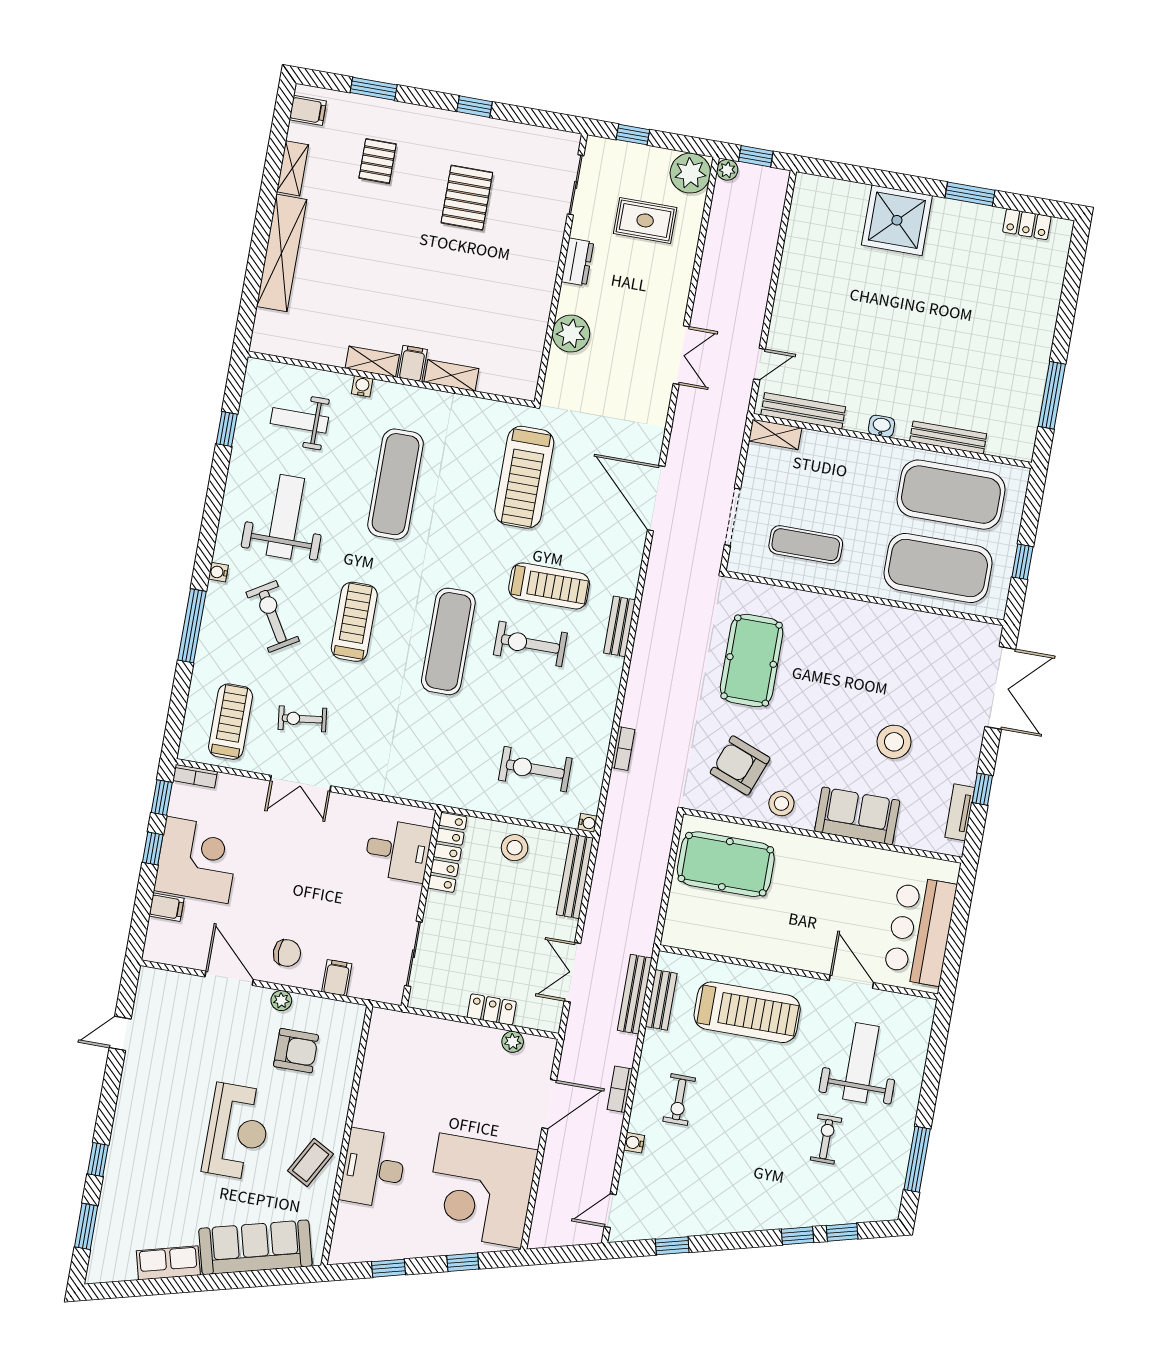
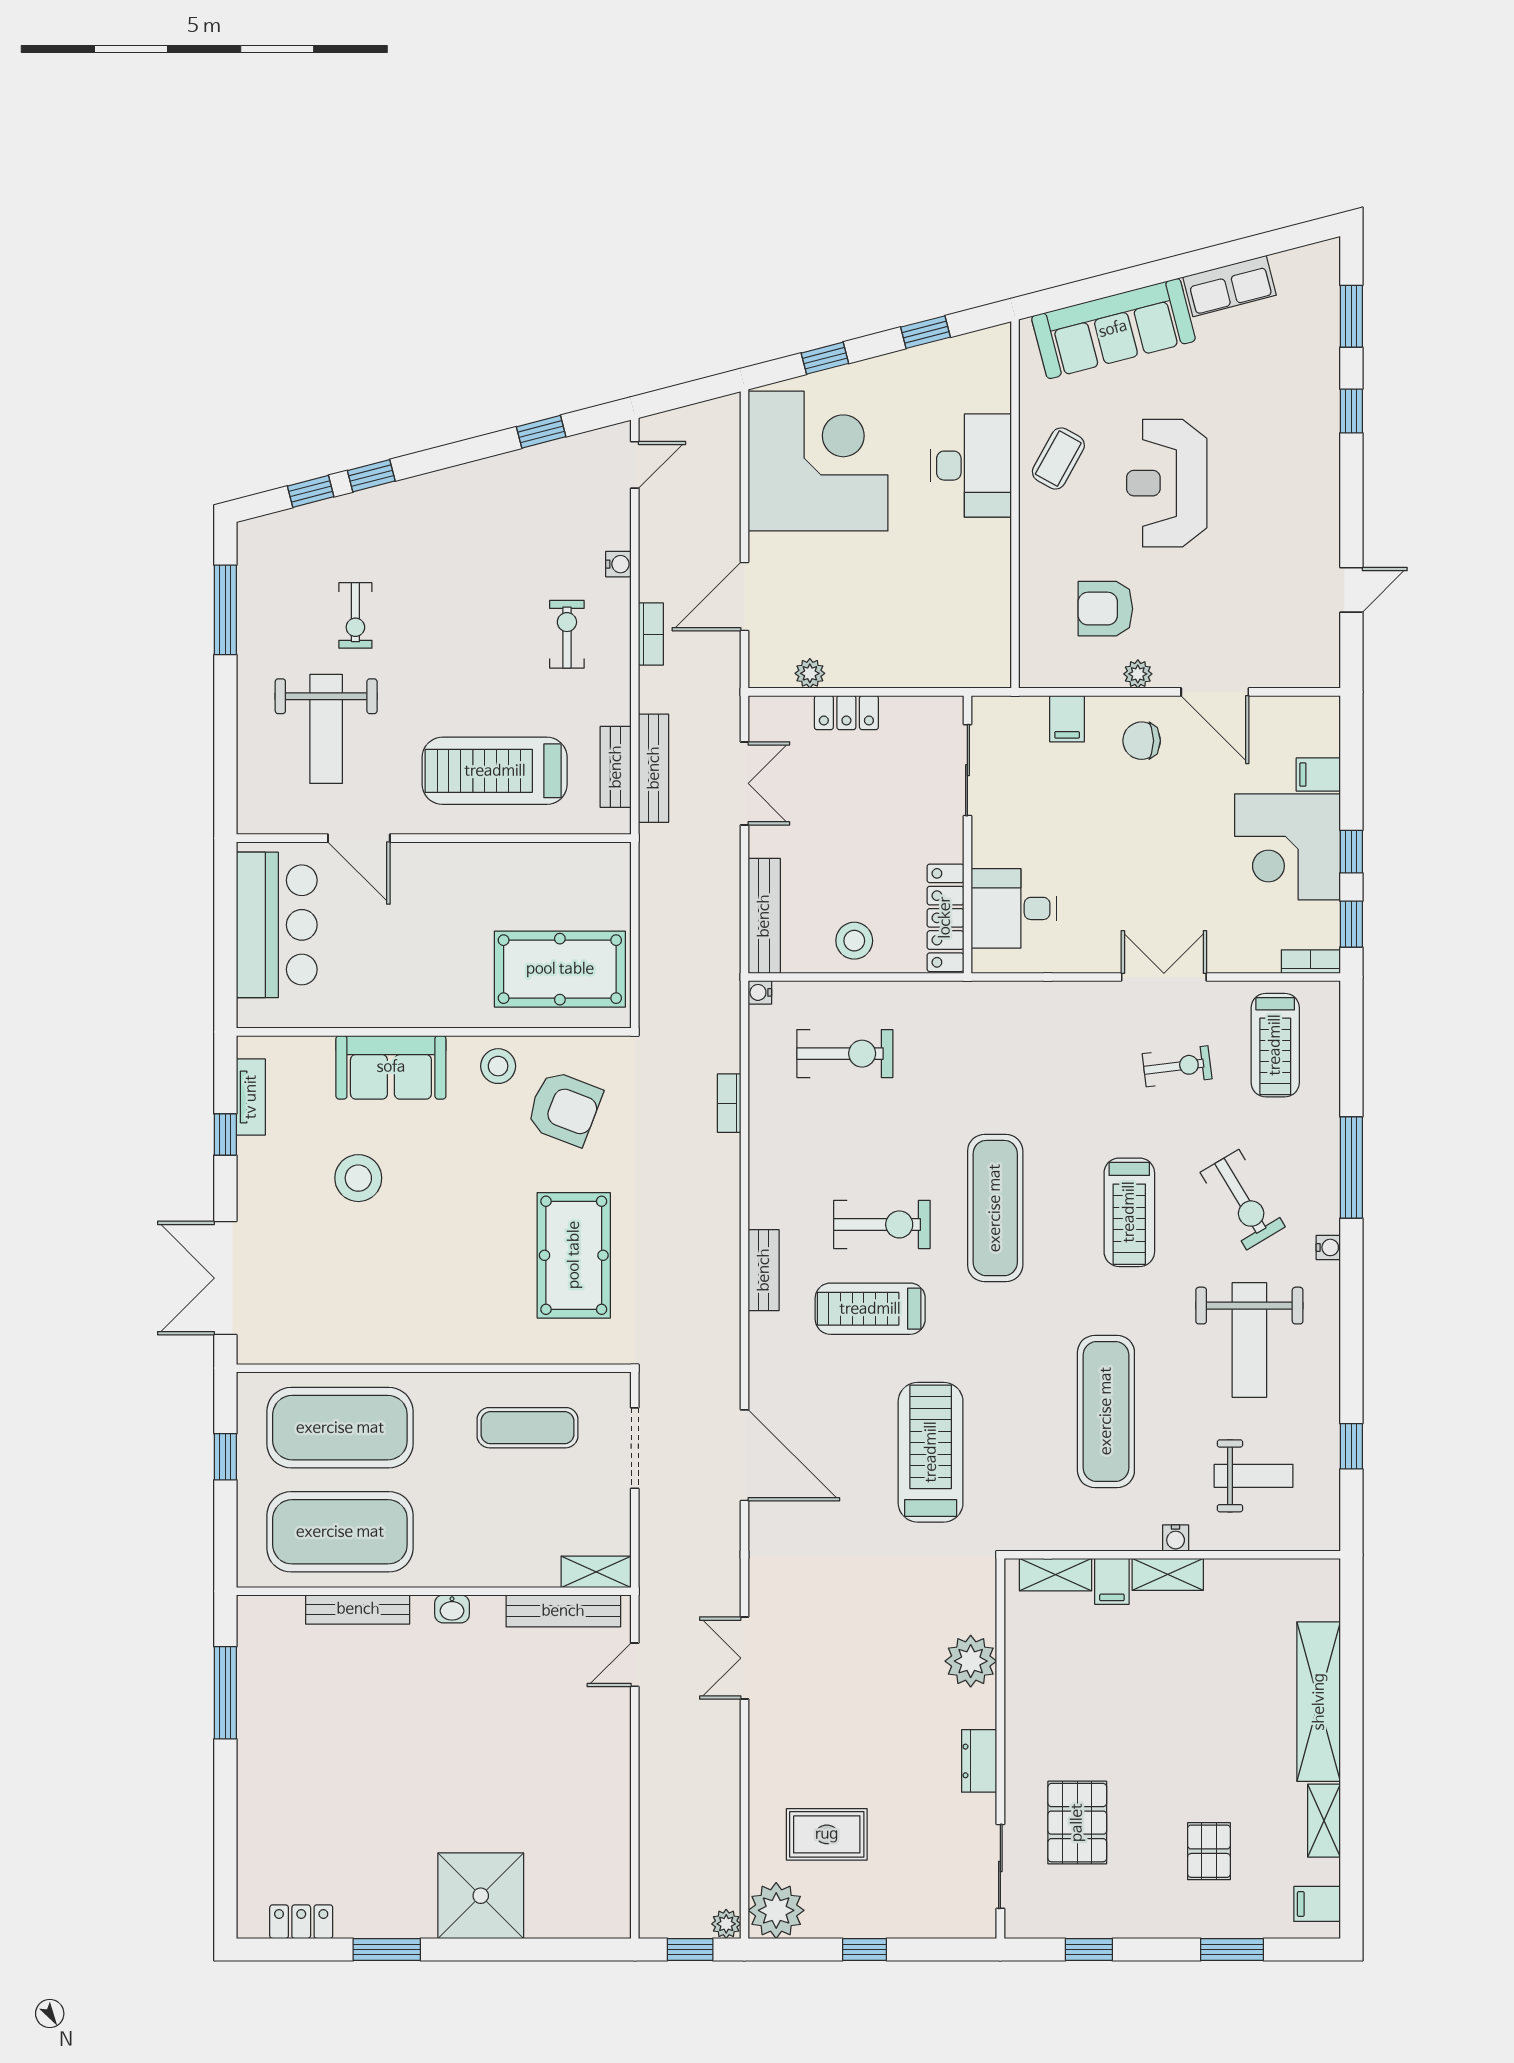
sliding door: (576, 185) -> (1000, 1866), moved
dresser: (577, 262) -> (979, 1761), moved
wall: (561, 268) -> (1000, 1748), moved
plant: (571, 333) -> (971, 1661), moved

